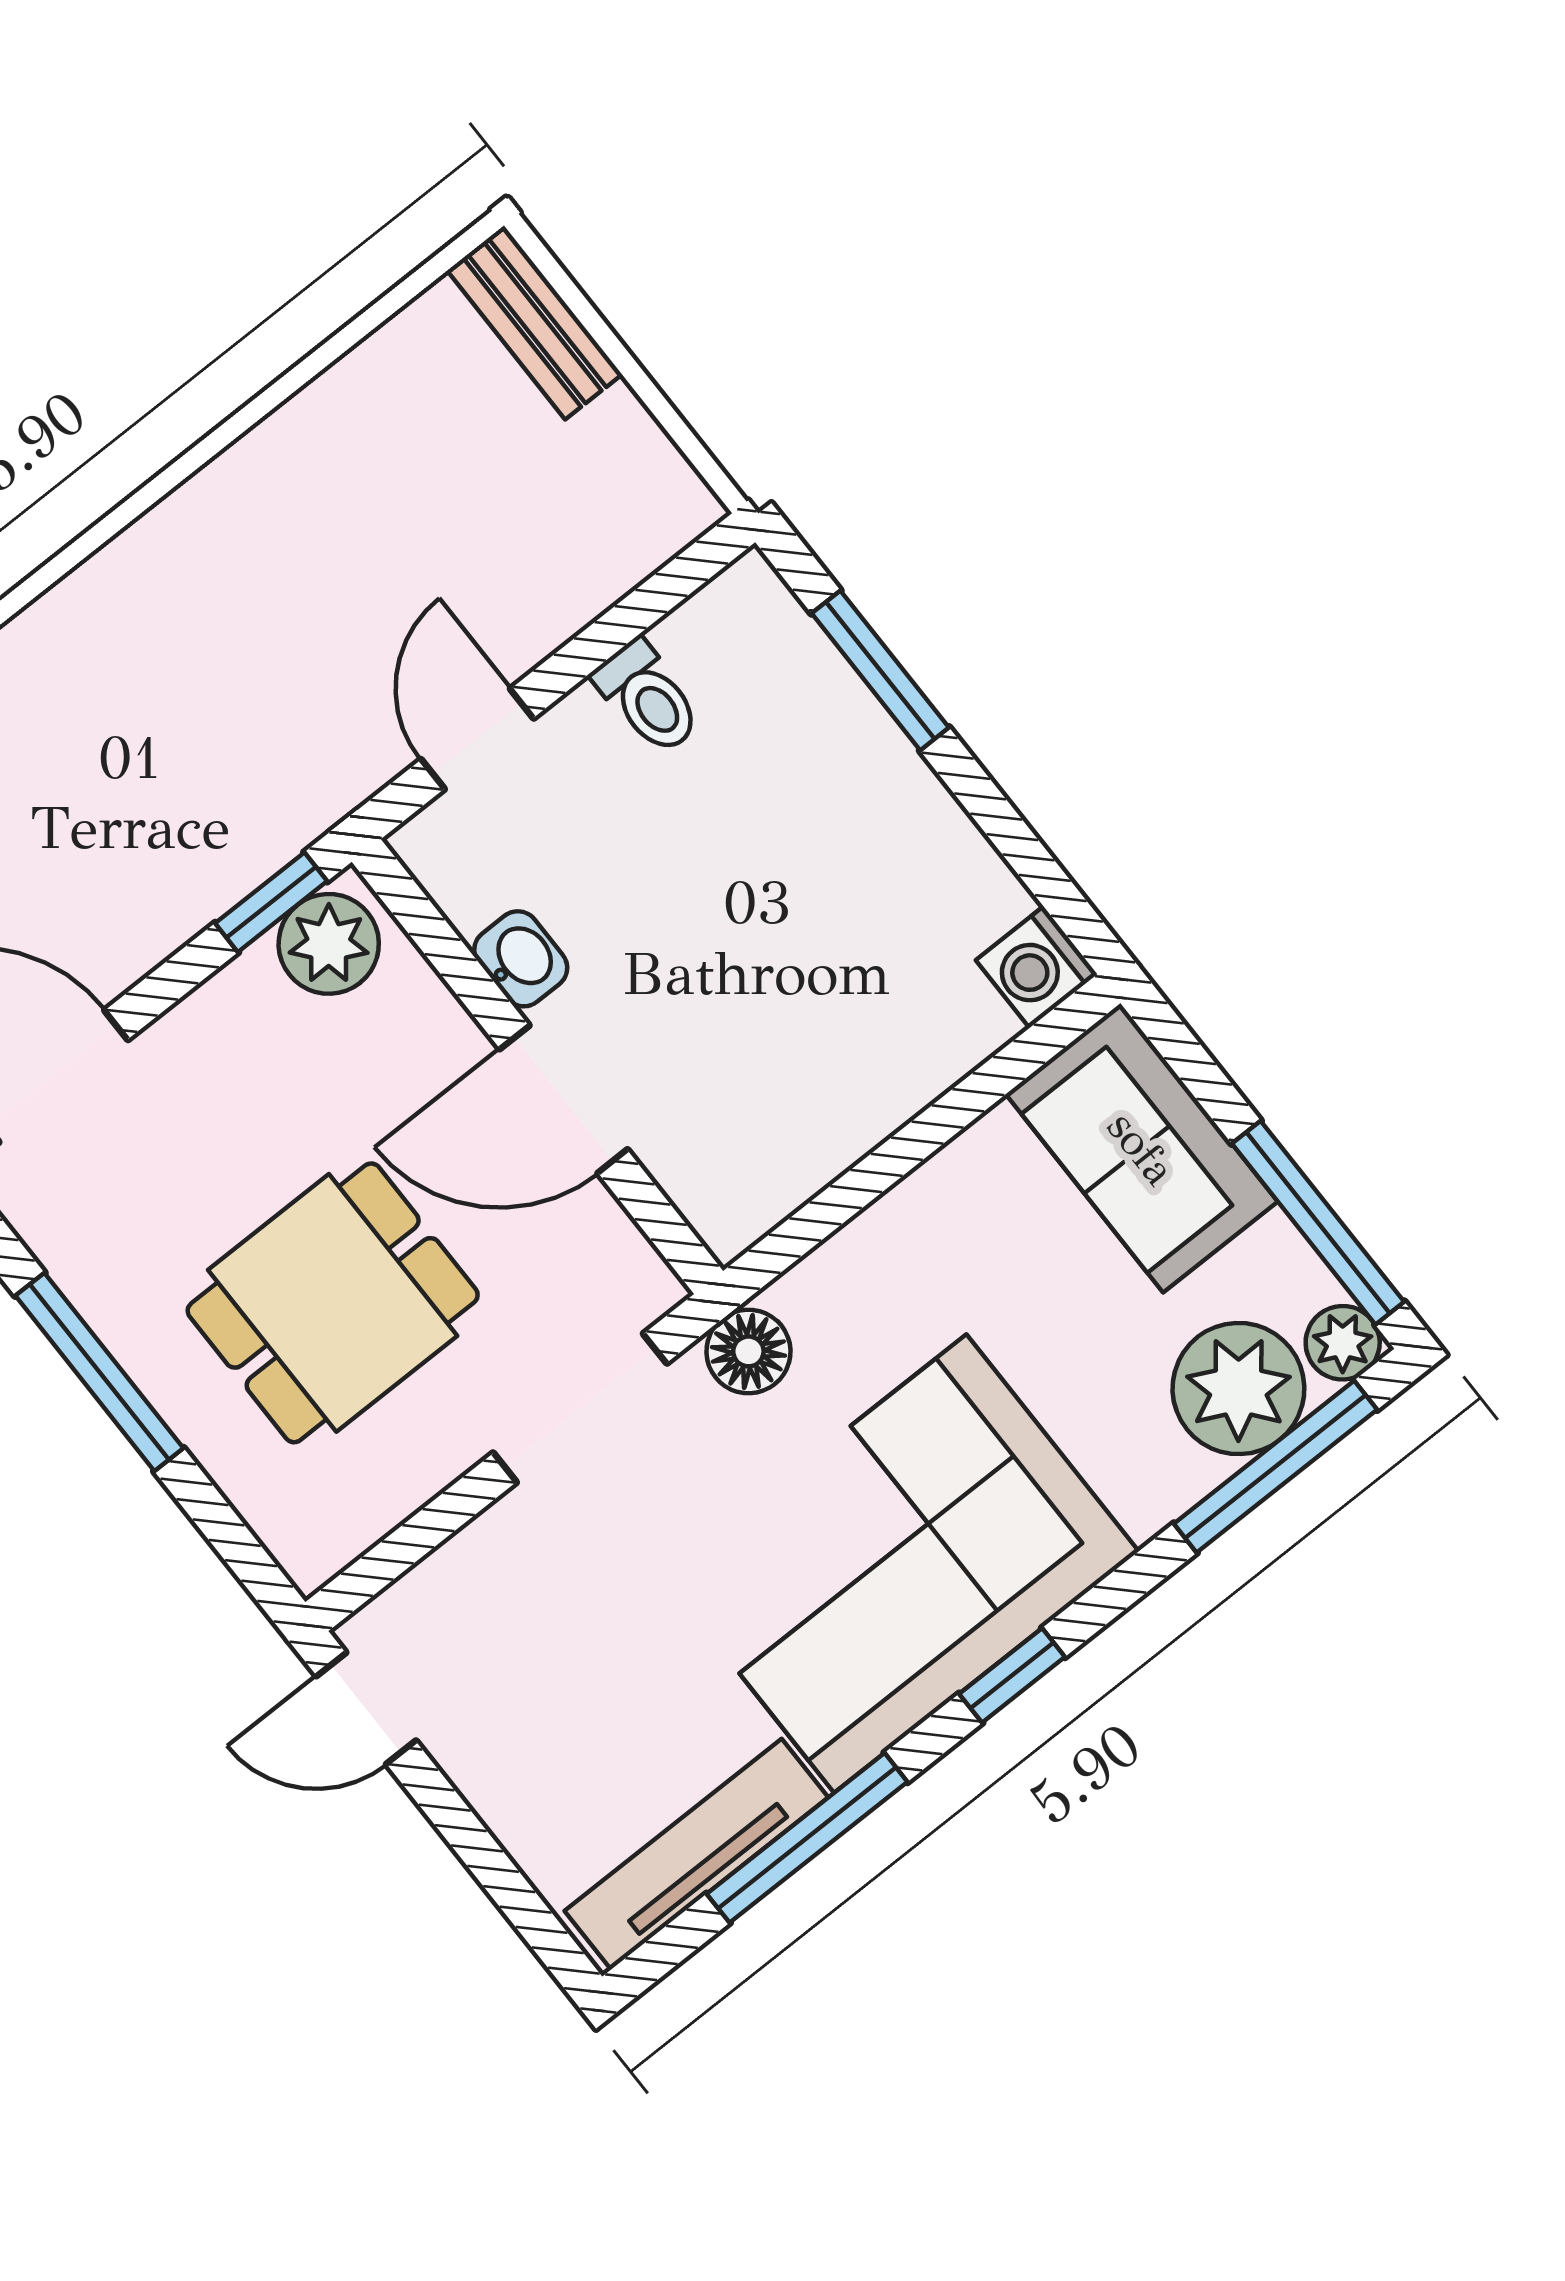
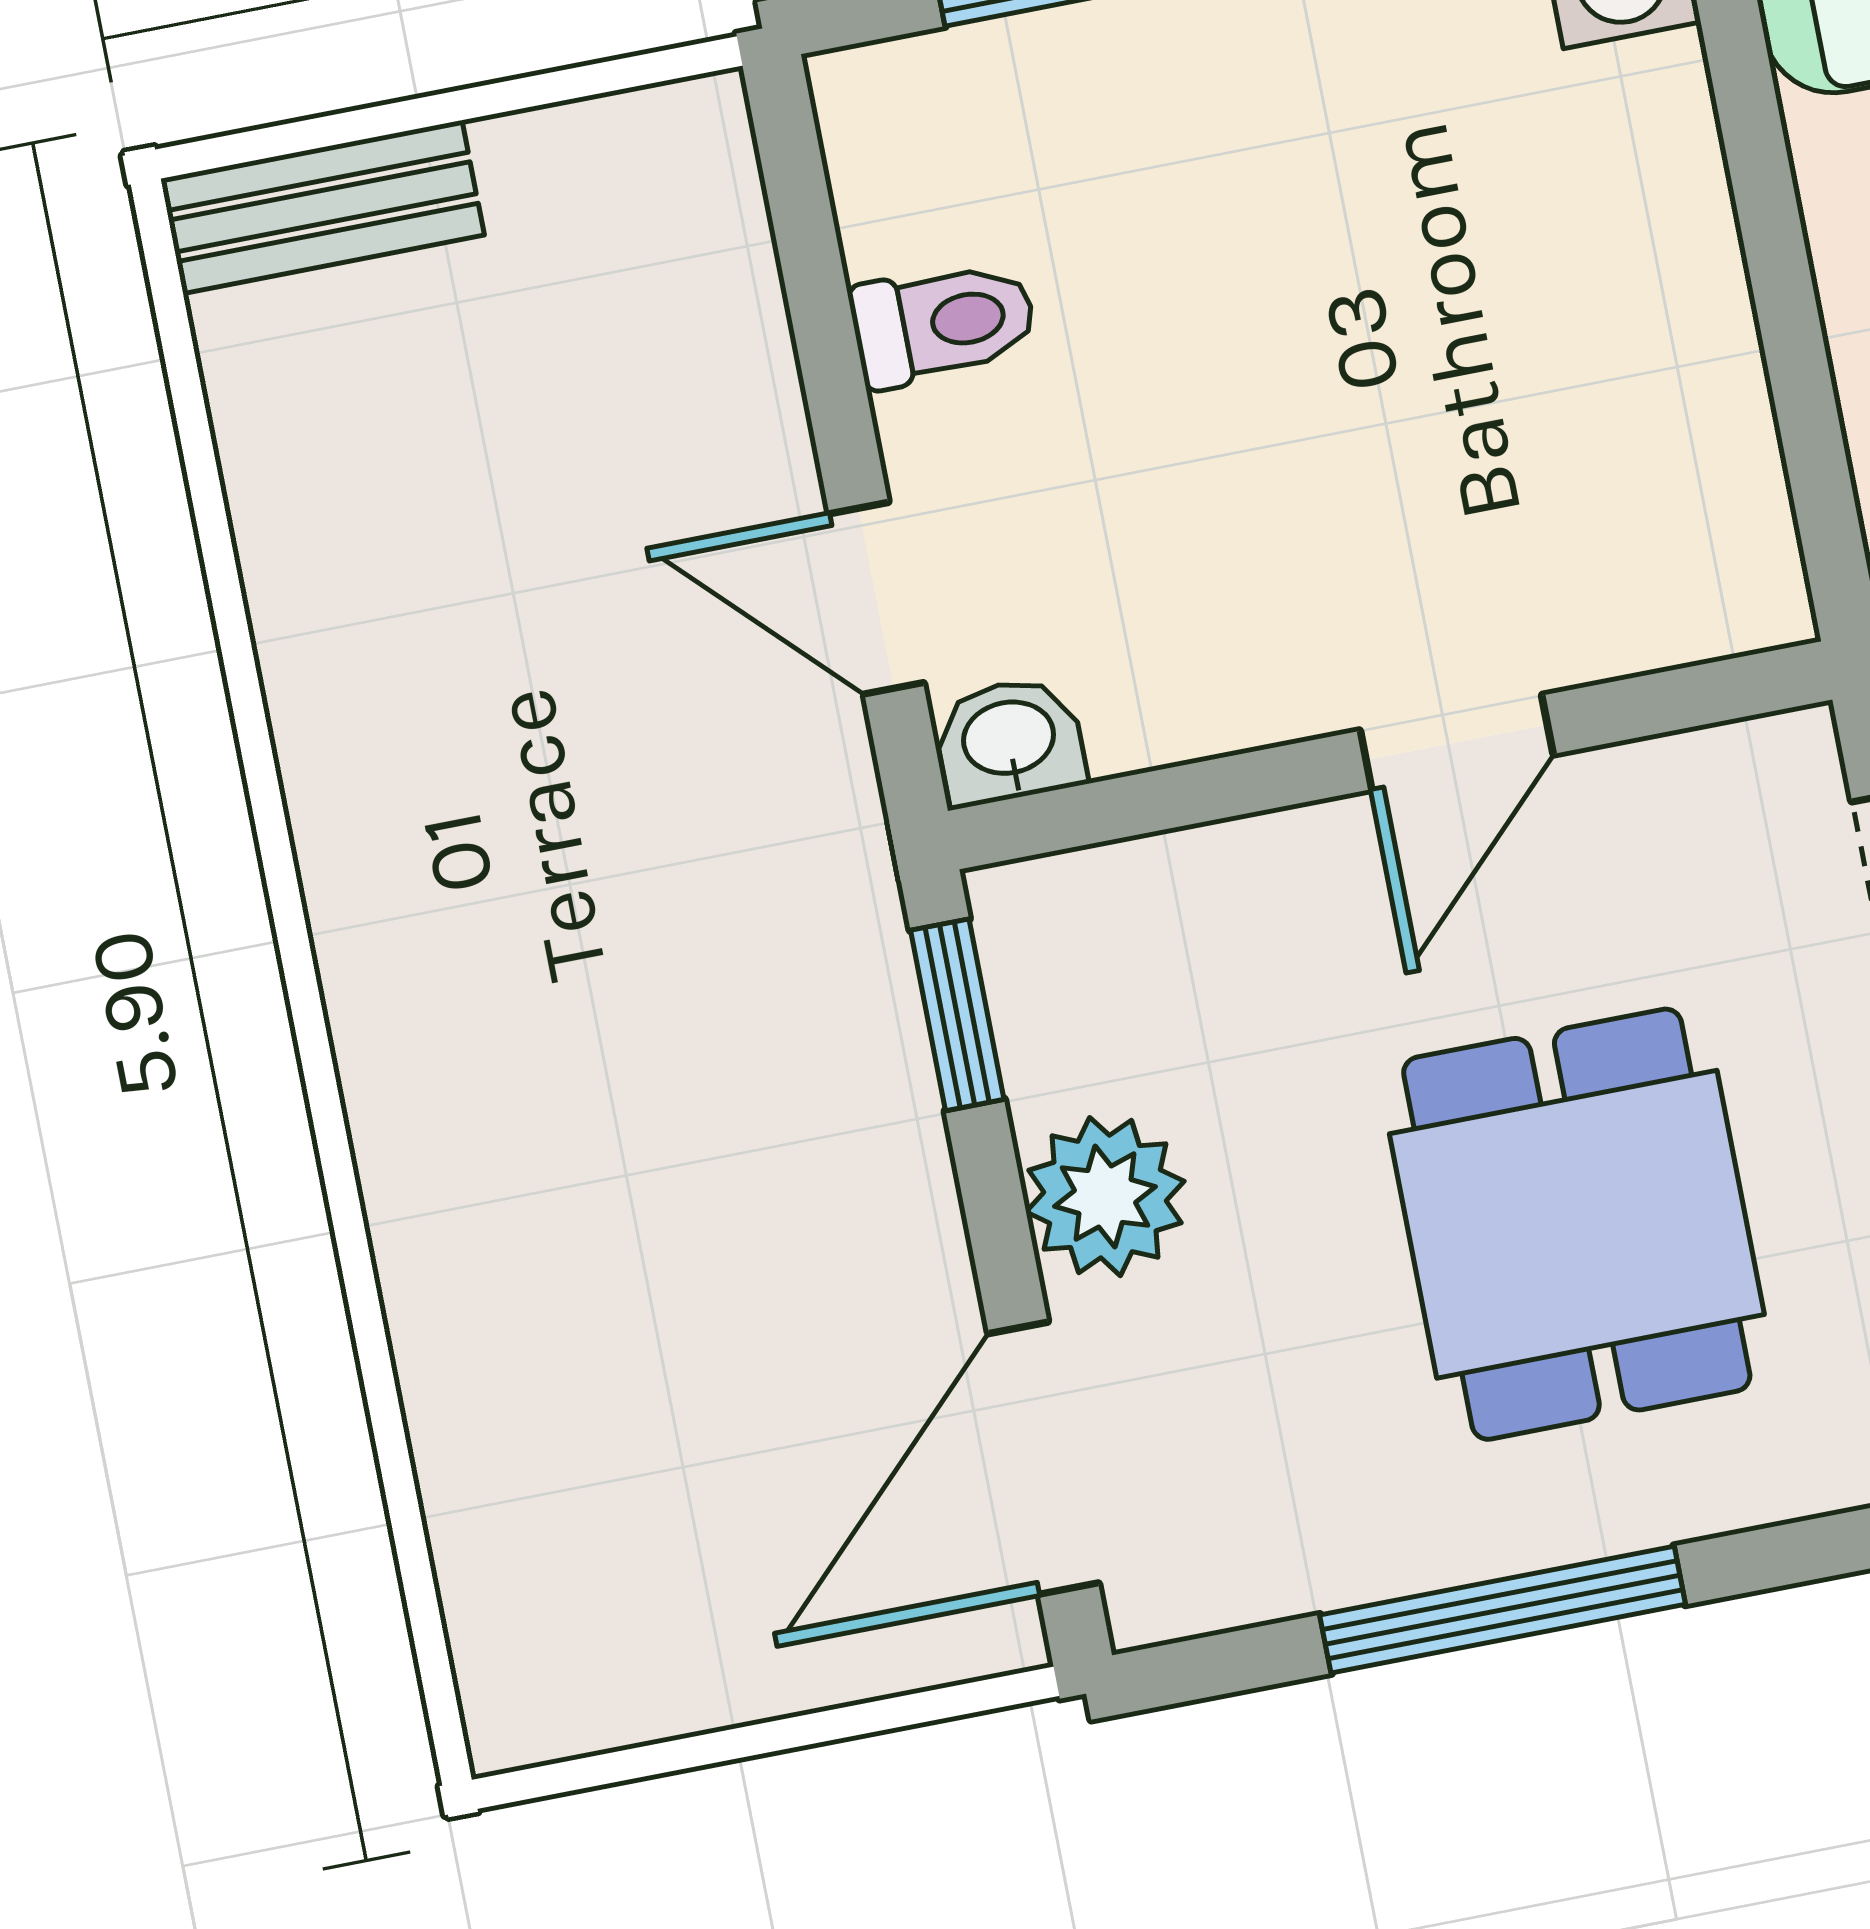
plant: (329, 944) -> (1105, 1197), moved
washbasin: (521, 959) -> (1009, 741), moved
door: (564, 1099) -> (1457, 742), width x0.73

